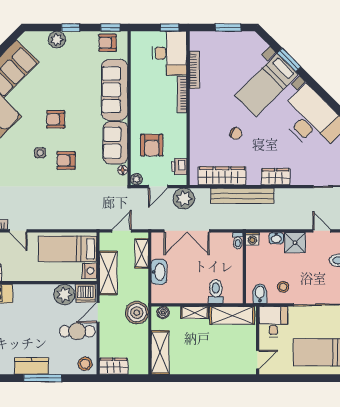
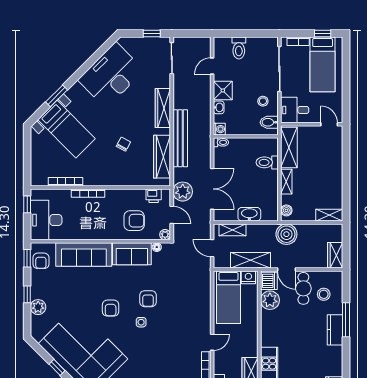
window: (228, 28) -> (27, 151), removed
desk: (170, 53) -> (46, 220), moved, turned -90
bed with nightstands: (267, 85) -> (66, 129), moved
wardrobe: (276, 177) -> (163, 108), width x1.50
shelving: (160, 352) -> (329, 215), width x0.67, depth x0.75
stool: (85, 364) -> (324, 294), moved

